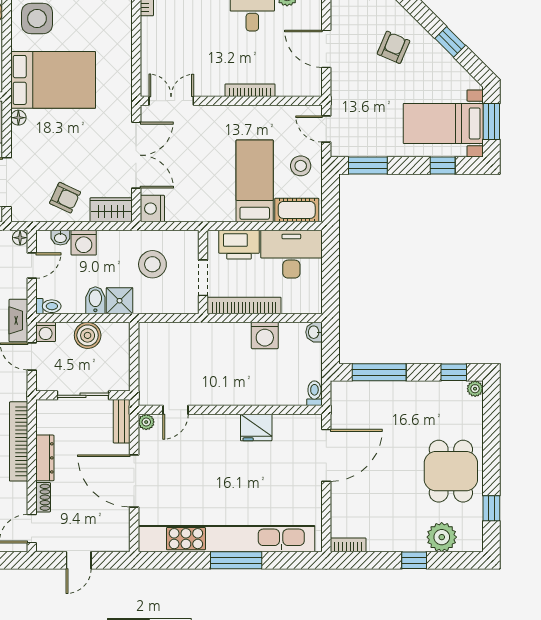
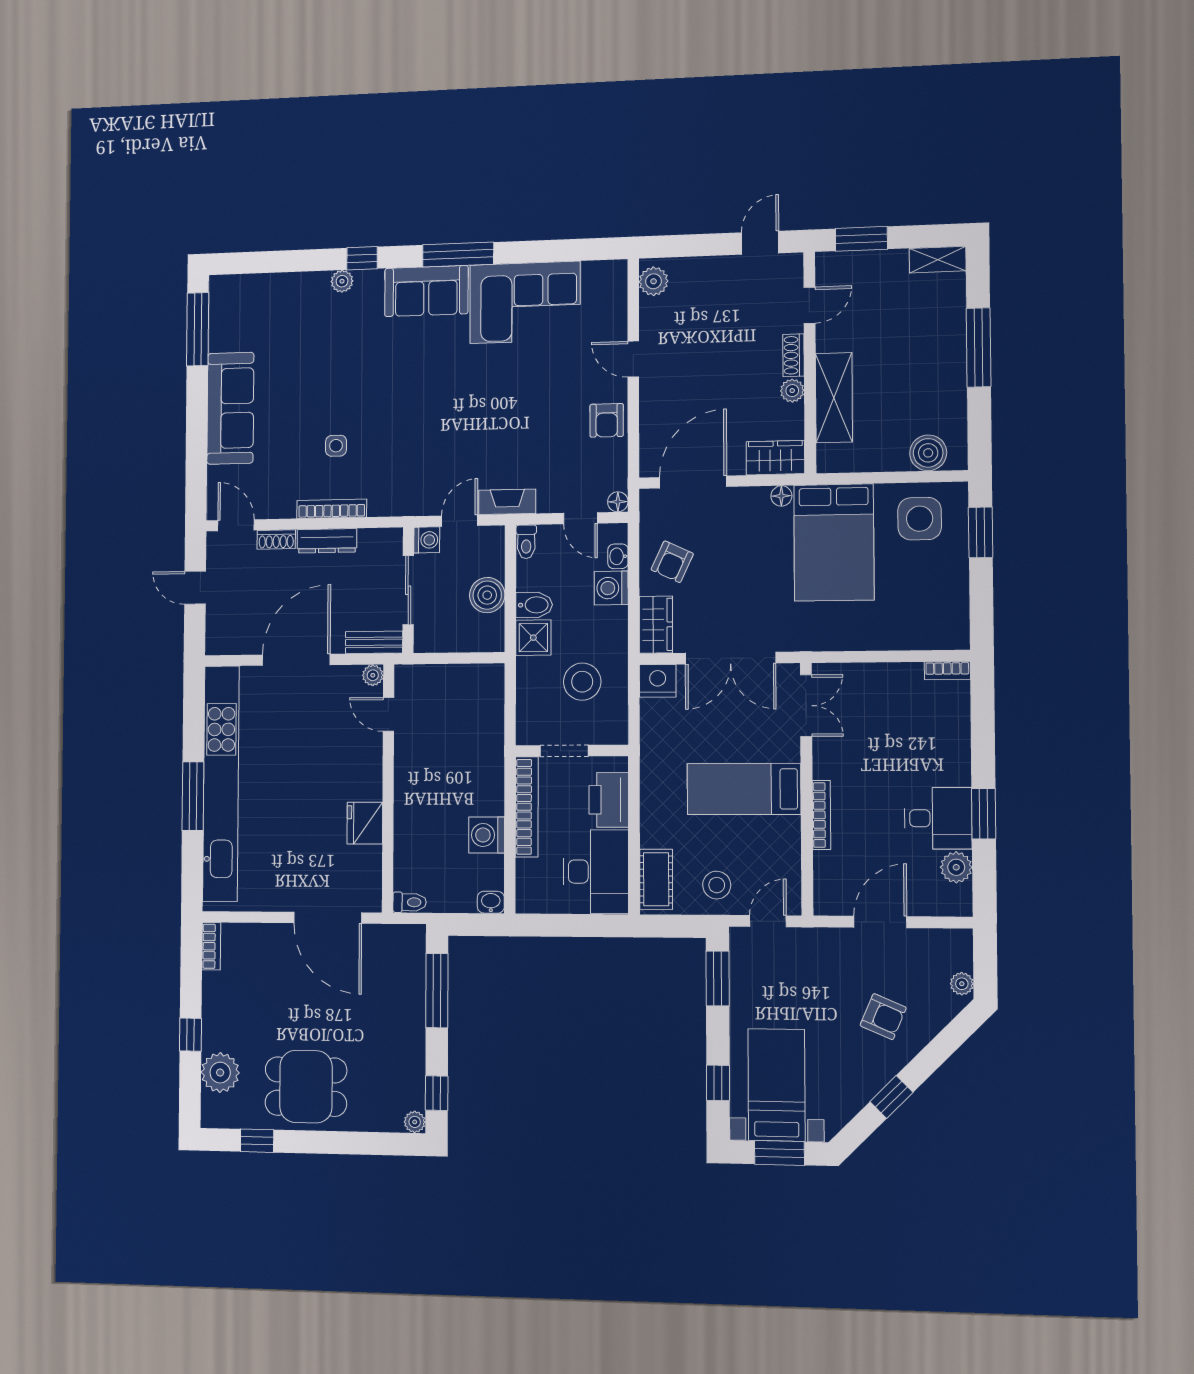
bed: (255, 181) -> (744, 789), moved, turned 180
washing machine: (46, 332) -> (427, 540), moved, turned 180
bookcase: (19, 441) -> (332, 509), width x0.68, depth x0.76

